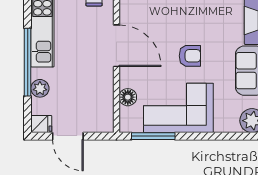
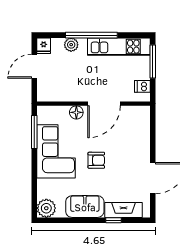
armchair: (190, 56) -> (96, 160), turned -90
floor lamp: (128, 97) -> (76, 112), moved

